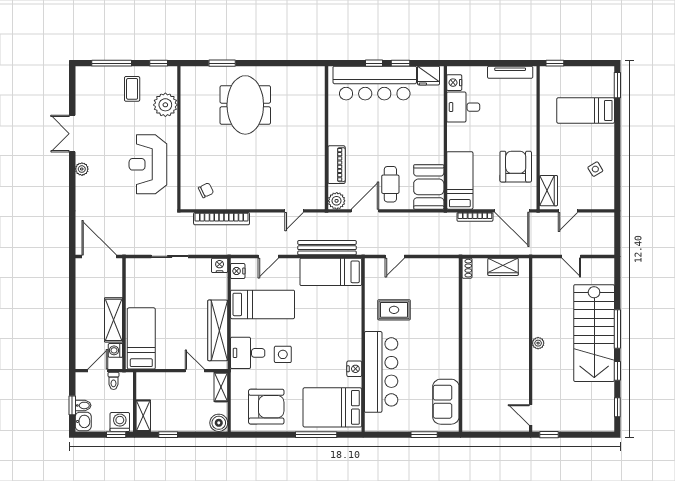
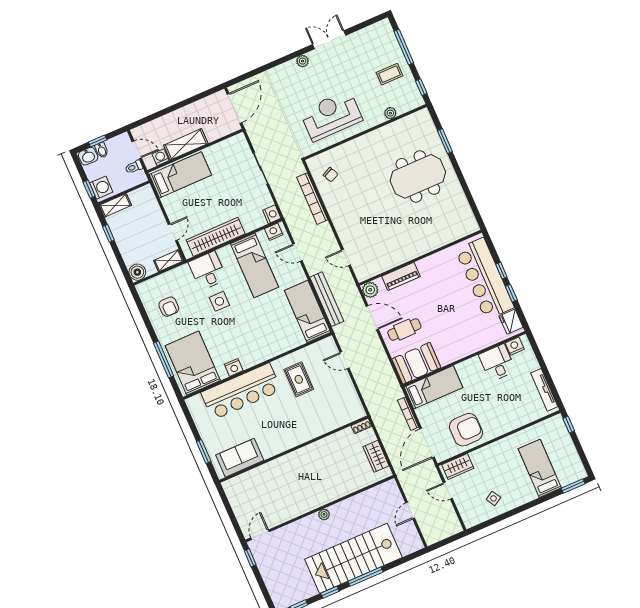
plant: (165, 105) -> (390, 113), width x0.53, depth x0.53
armchair: (266, 407) -> (169, 307), width x0.53, depth x0.53

